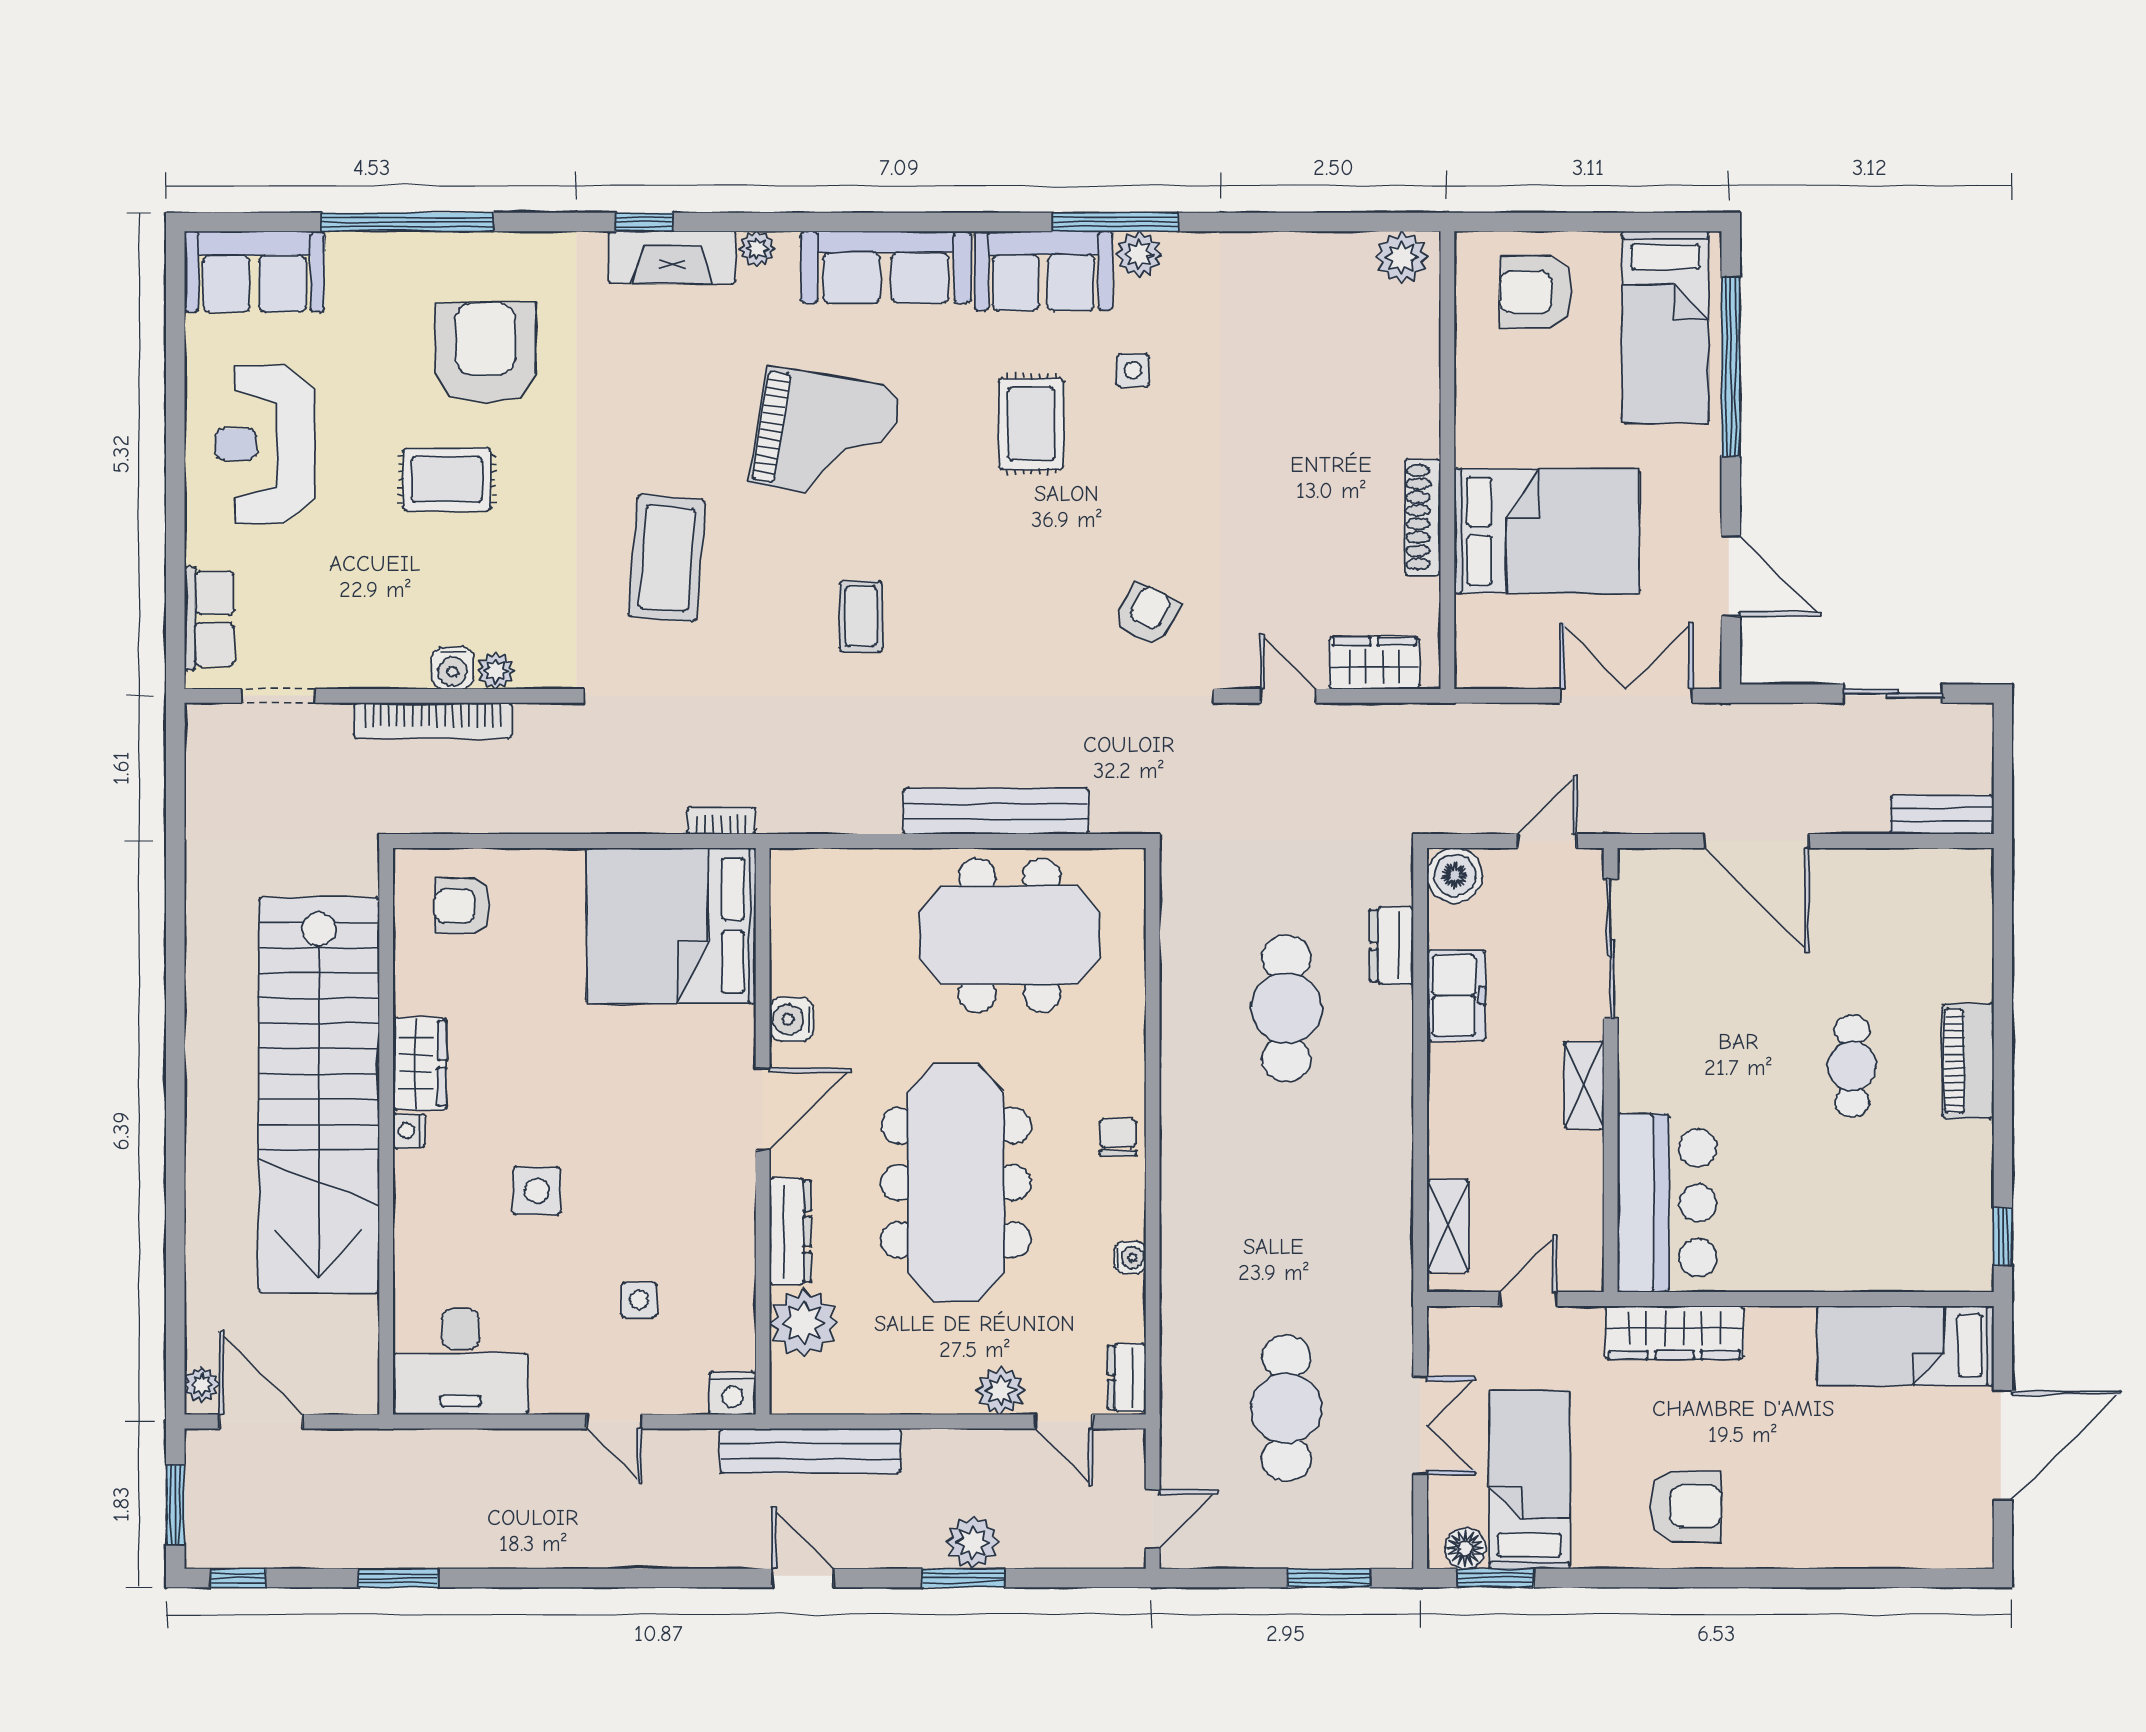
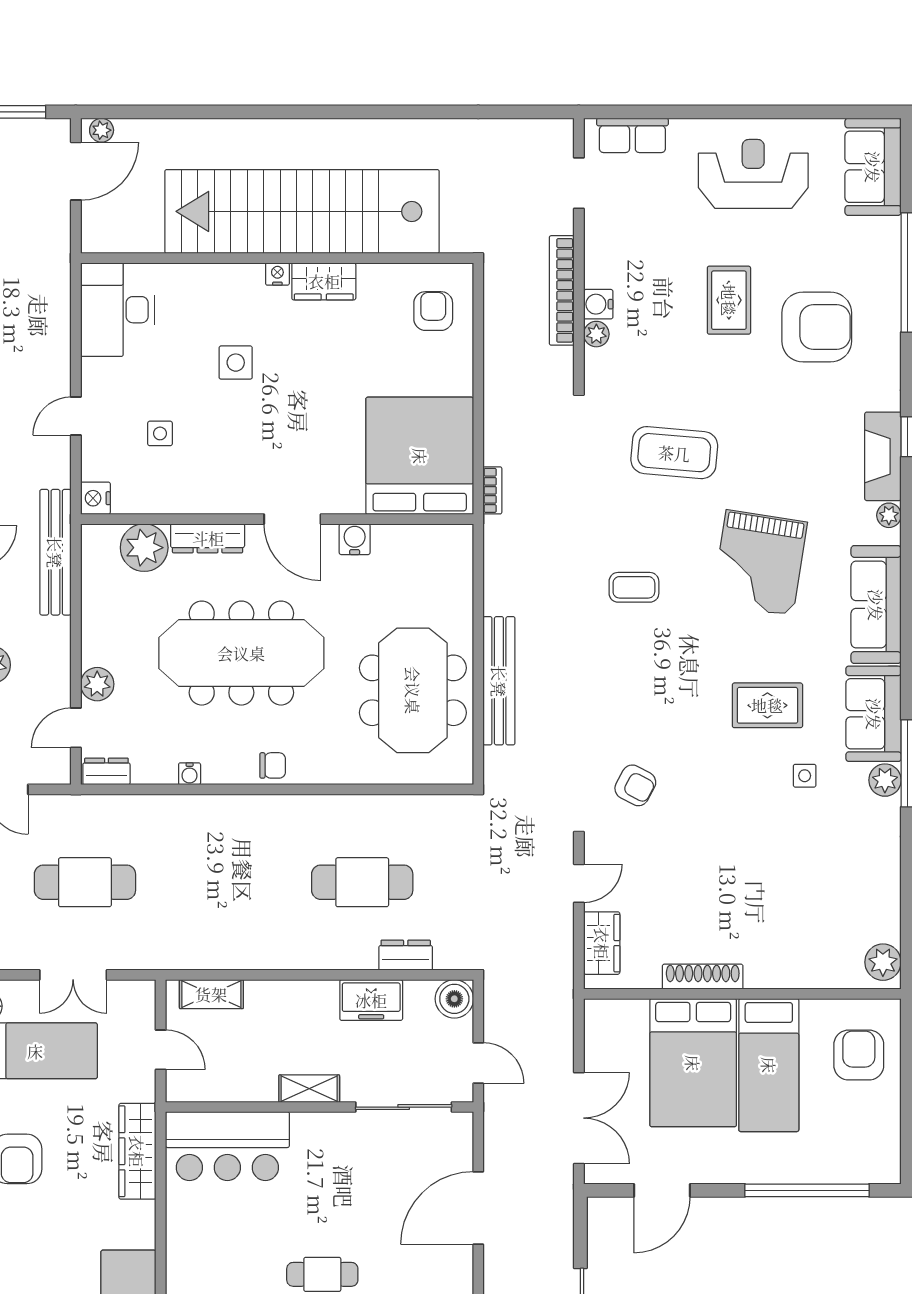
bed: (1665, 327) -> (769, 1065), moved, turned -90

